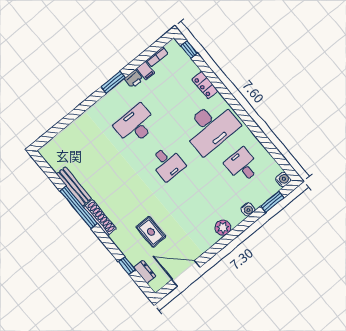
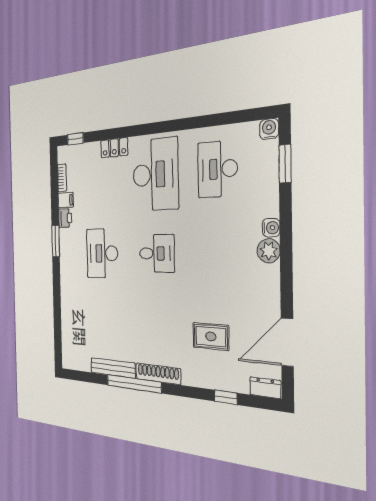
desk: (242, 165) -> (218, 169), width x1.37
water cooler: (248, 209) -> (271, 228), moved
dresser: (145, 272) -> (265, 388), moved

